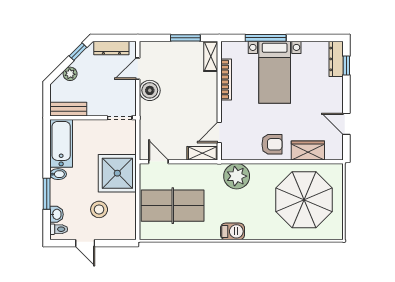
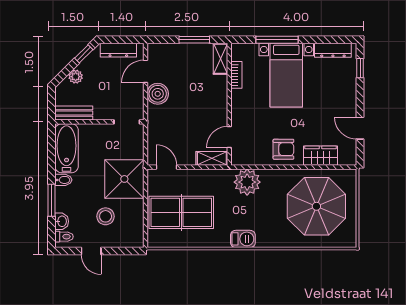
dresser: (336, 59) -> (333, 50), moved, turned -90
bookcase: (226, 79) -> (236, 75), width x0.64

